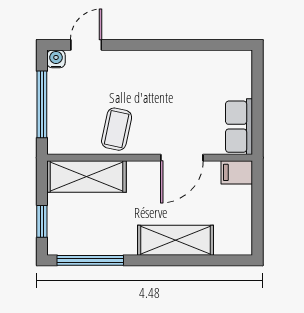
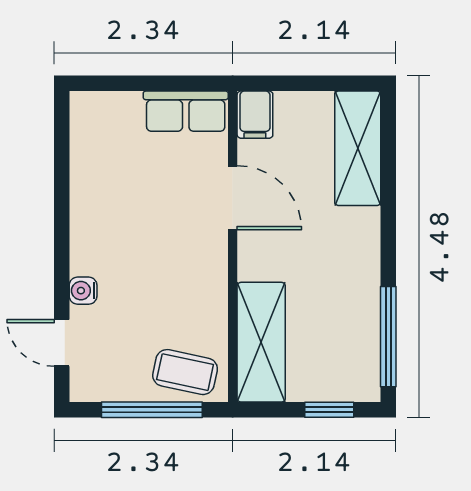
water cooler: (56, 59) -> (83, 291), moved
coffee table: (117, 129) -> (185, 372), moved
shelving: (175, 240) -> (358, 148), moved

